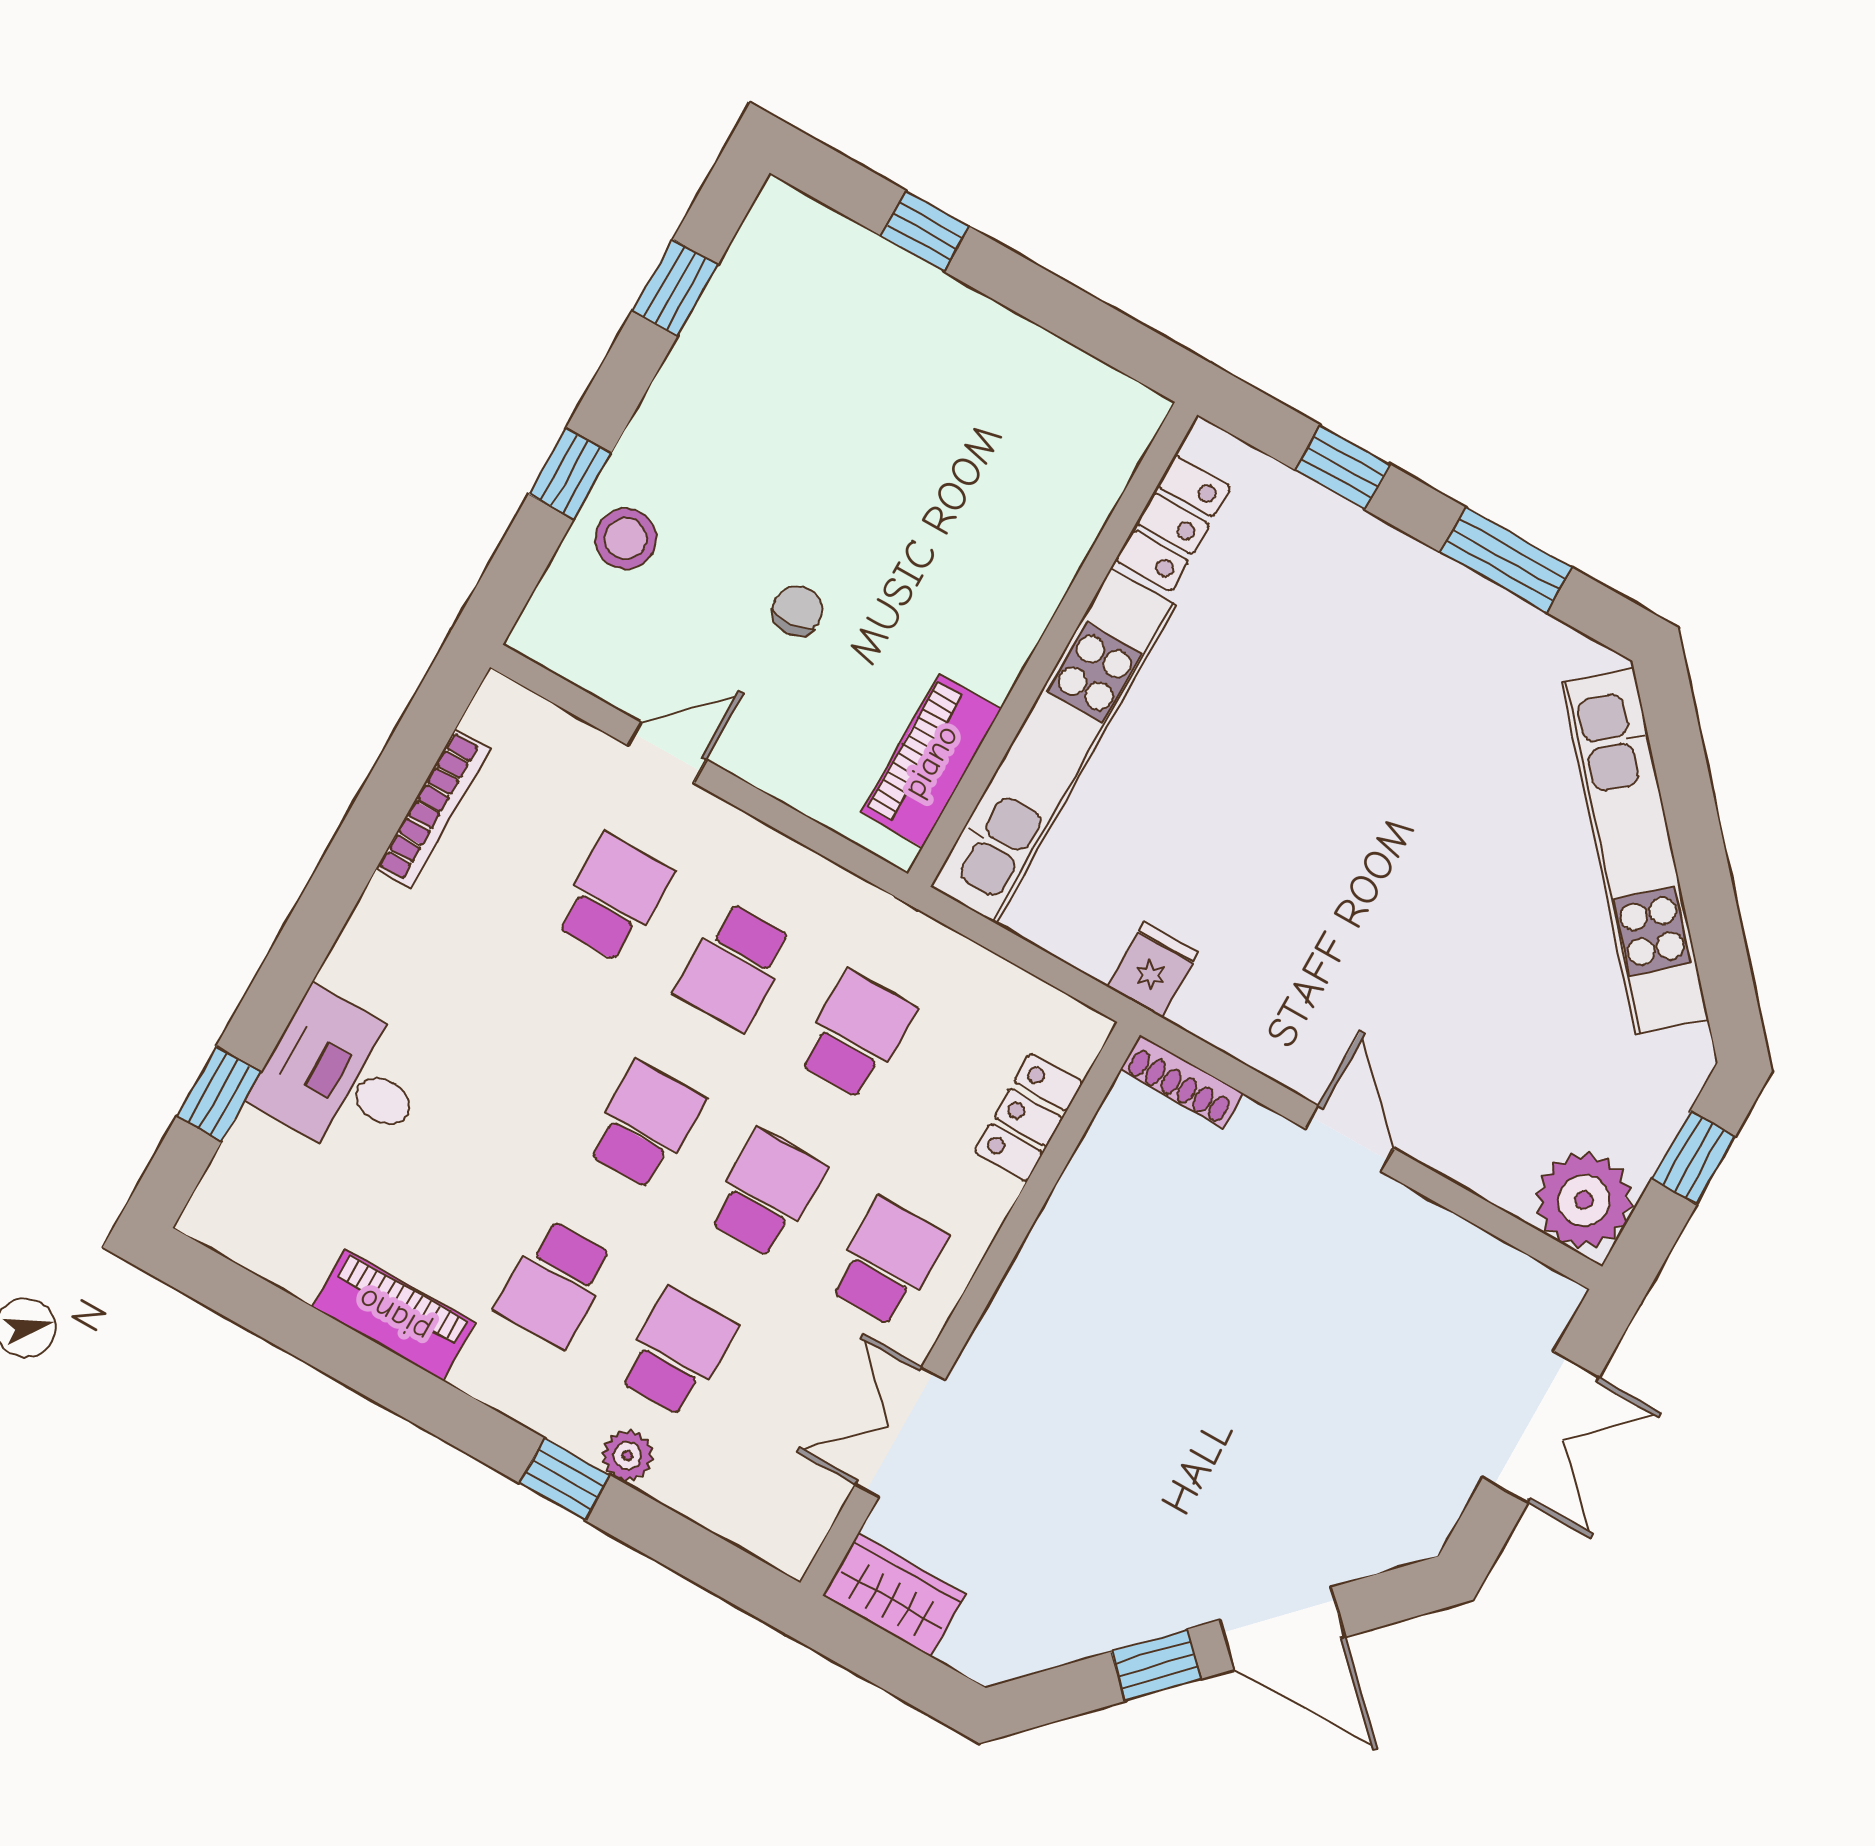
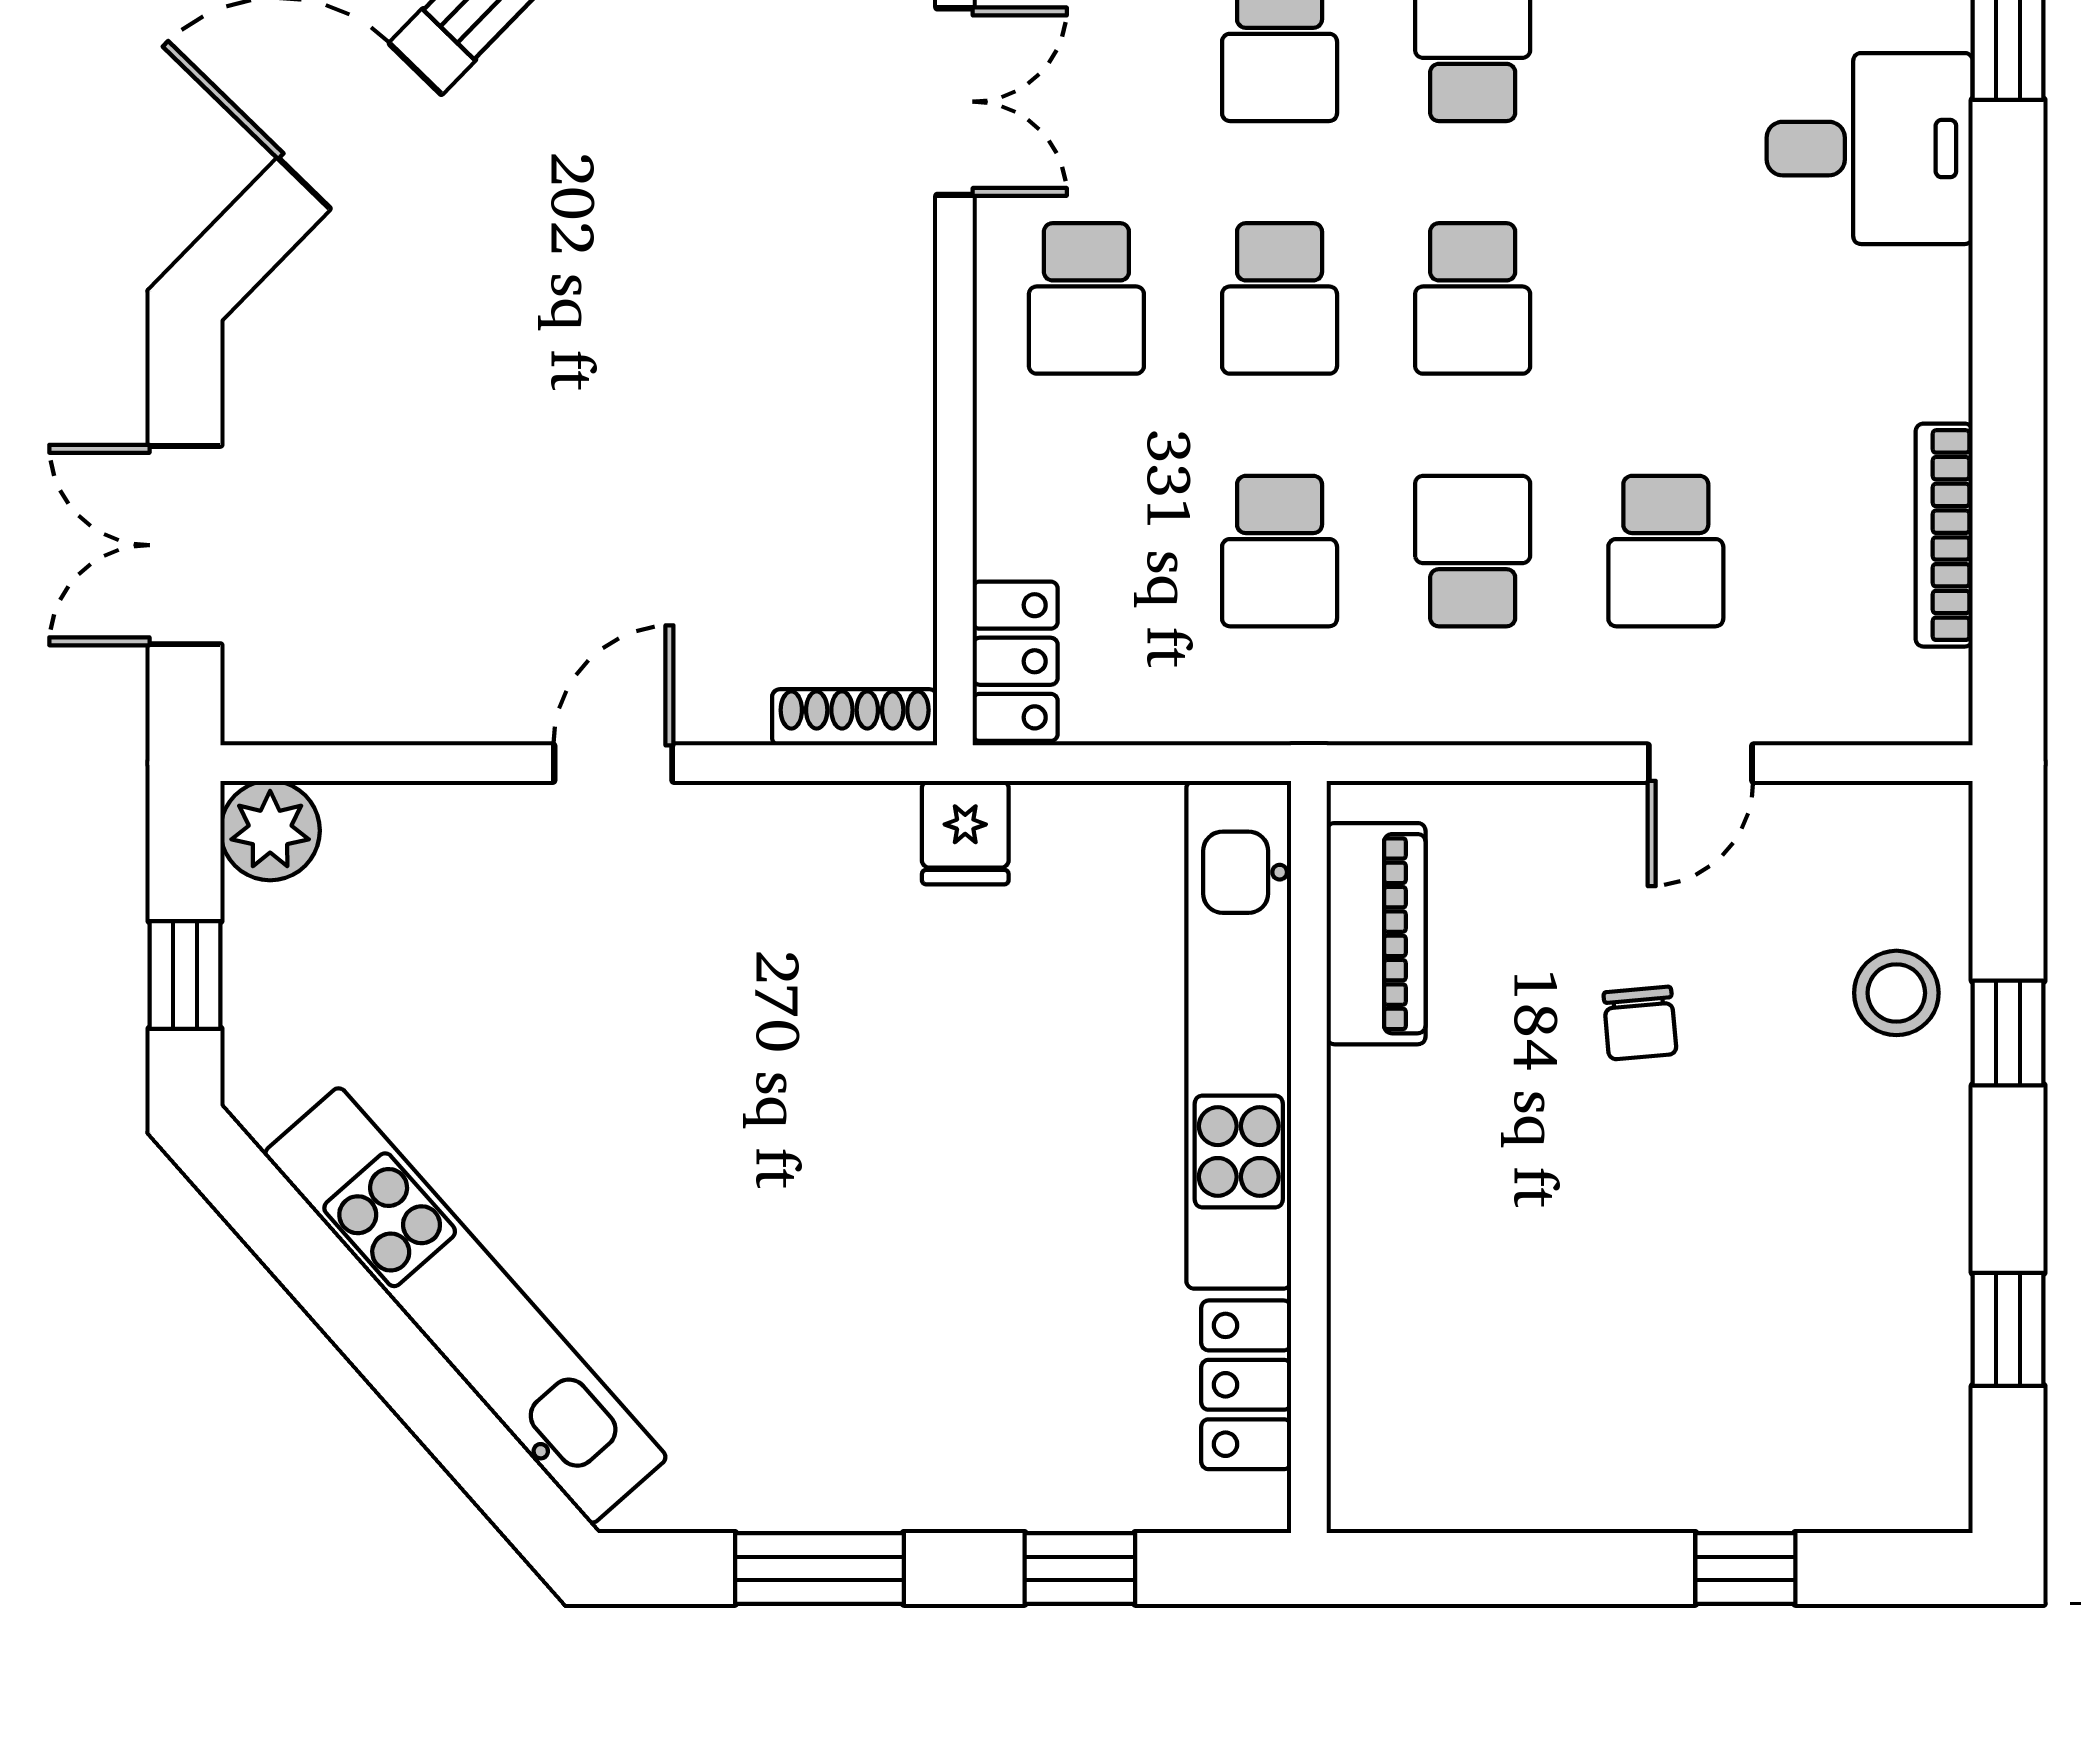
locker: (1028, 1117) -> (1015, 661), moved
door: (1349, 1138) -> (613, 763), swing flipped
plant: (1584, 1200) -> (270, 831), width x0.73, depth x0.73

